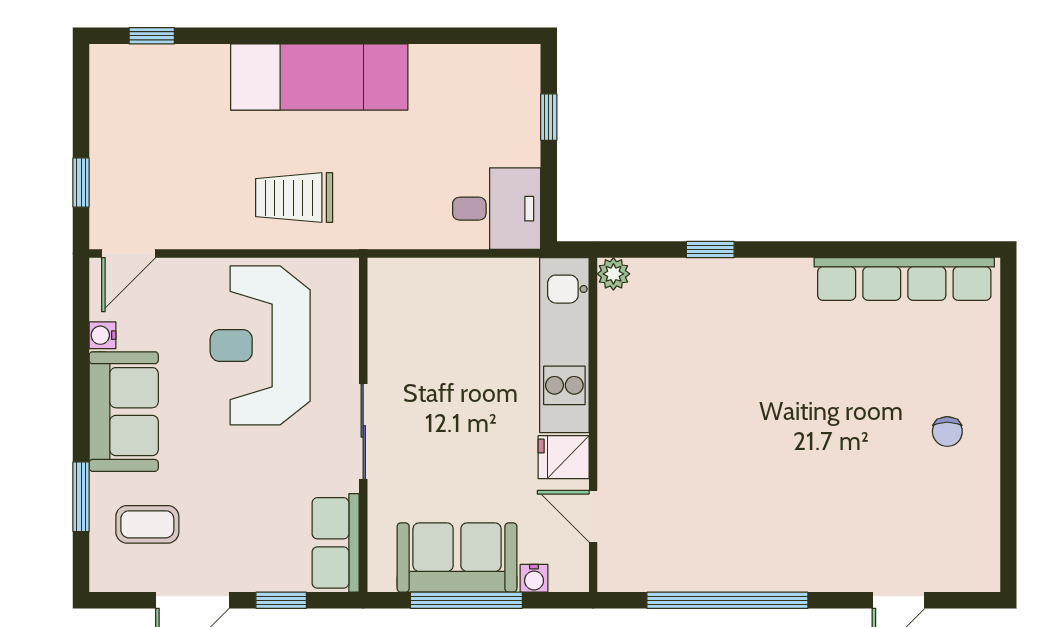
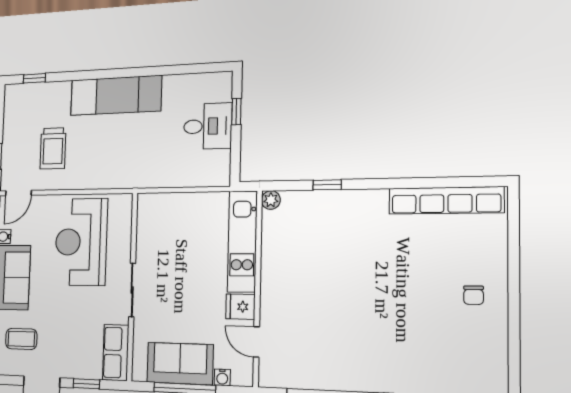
trolley: (294, 198) -> (53, 148), moved, turned -90
desk: (497, 209) -> (208, 126), moved

